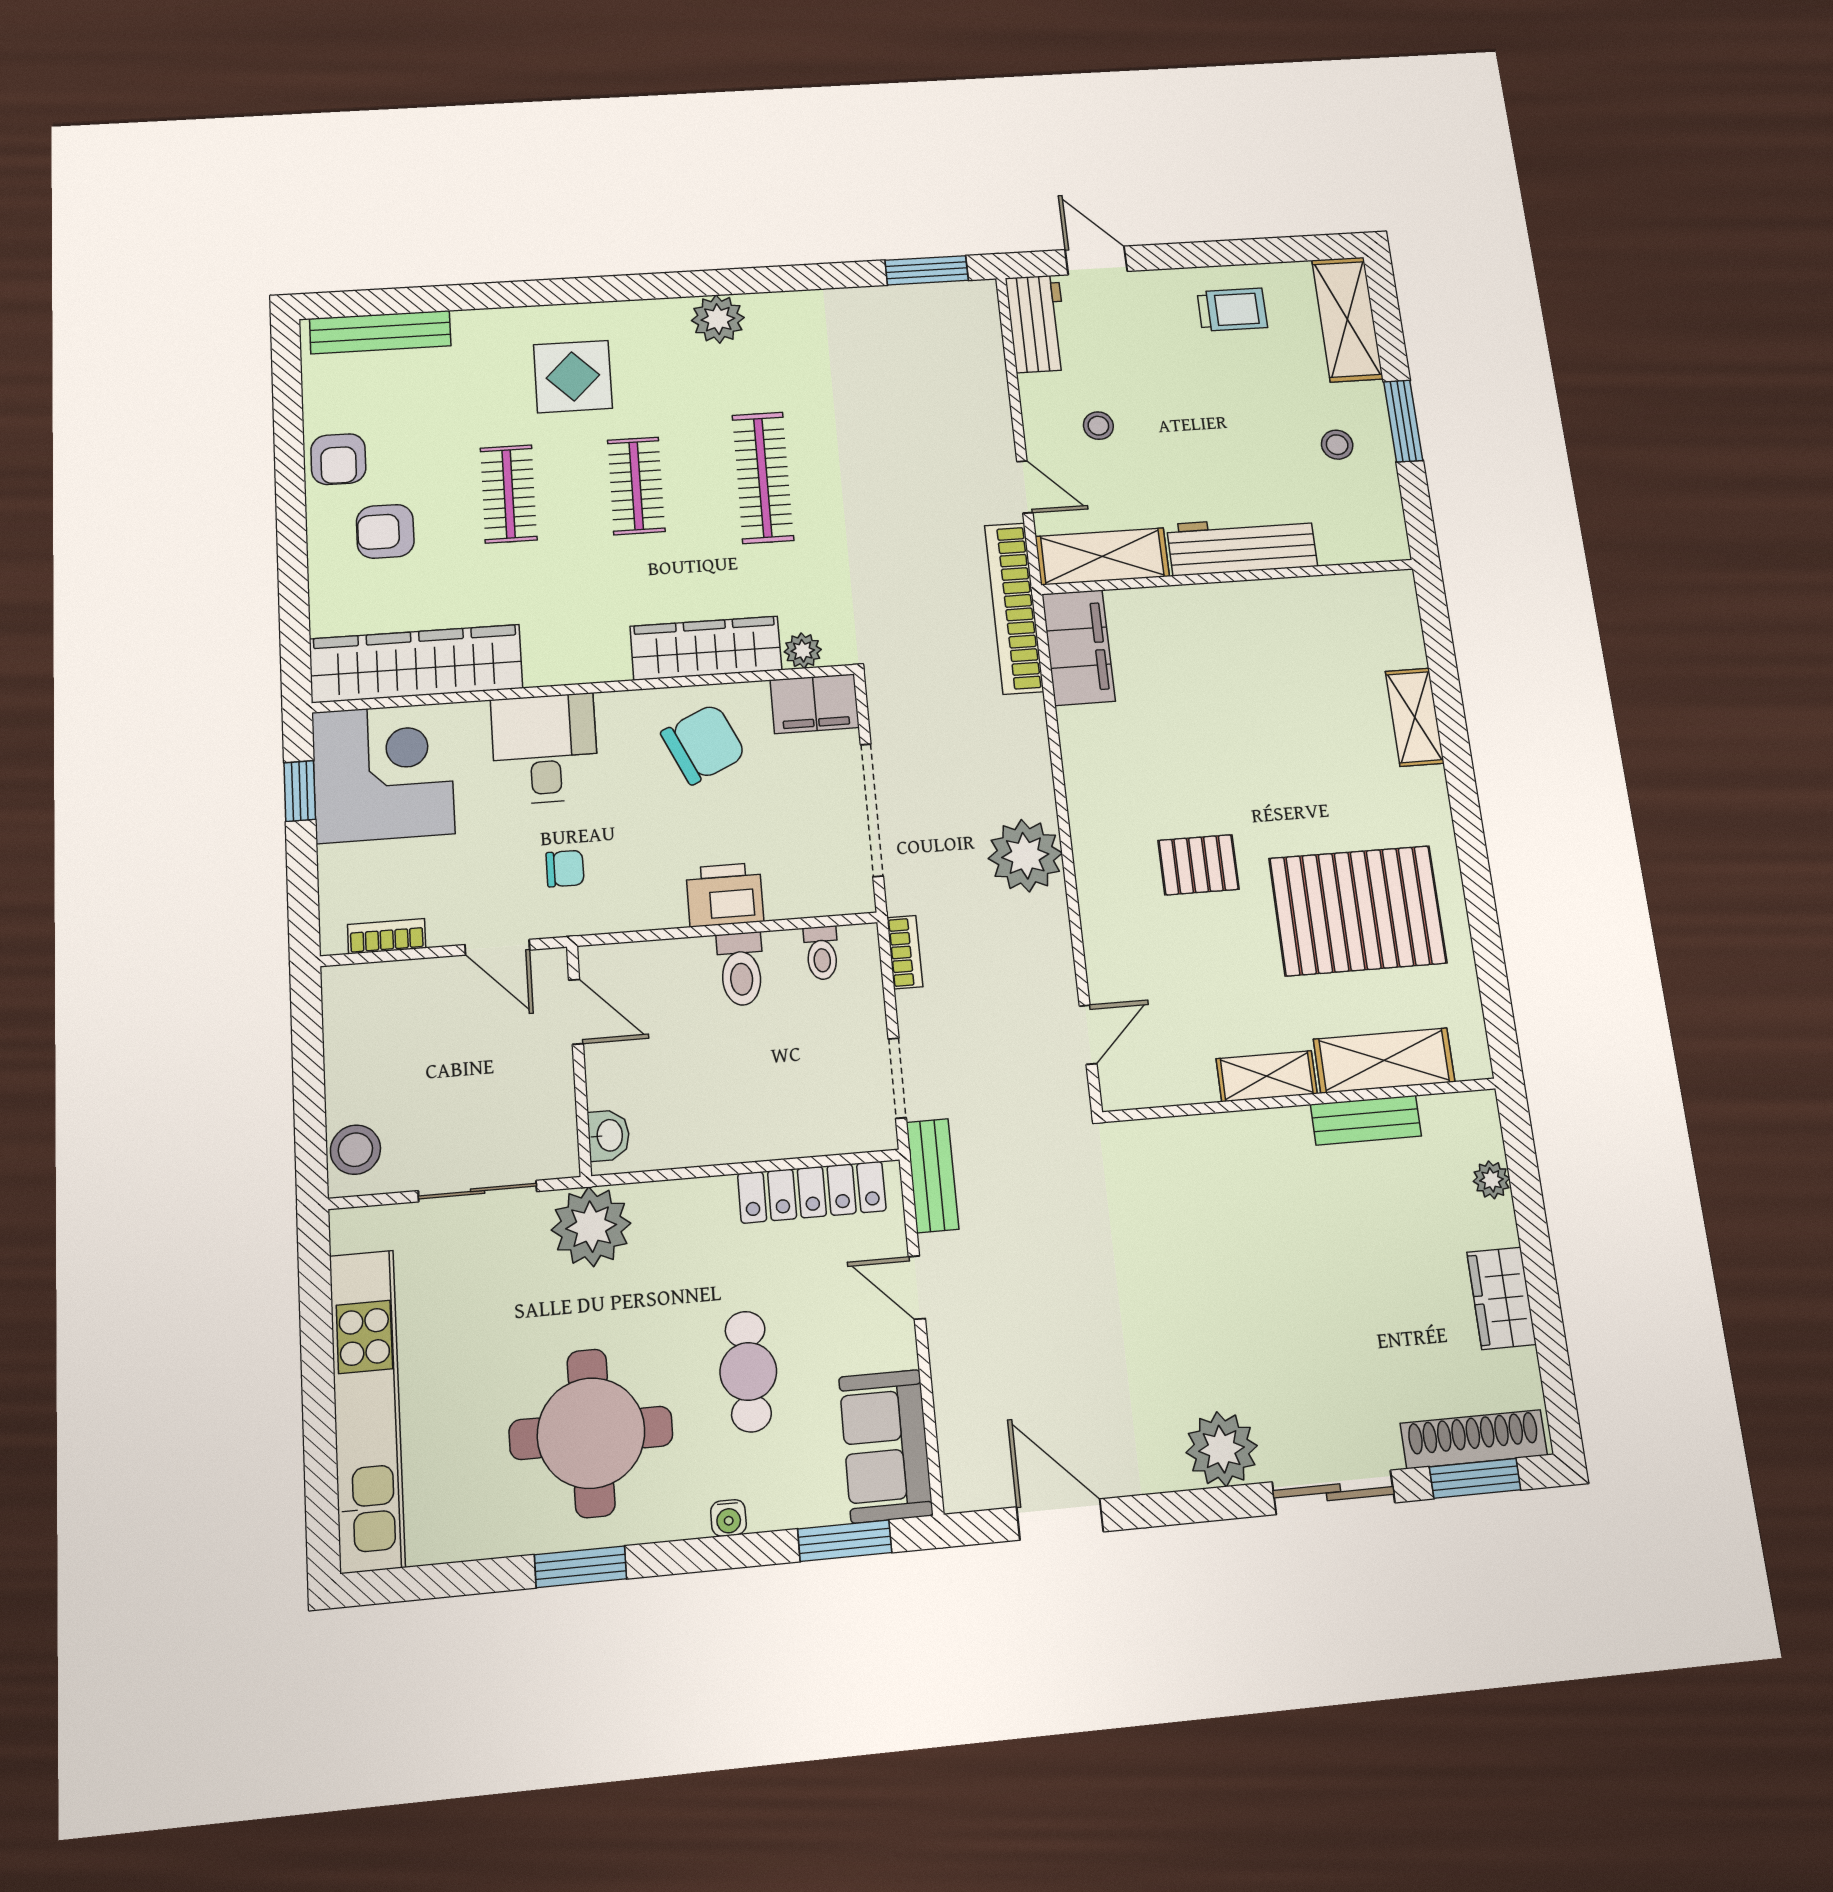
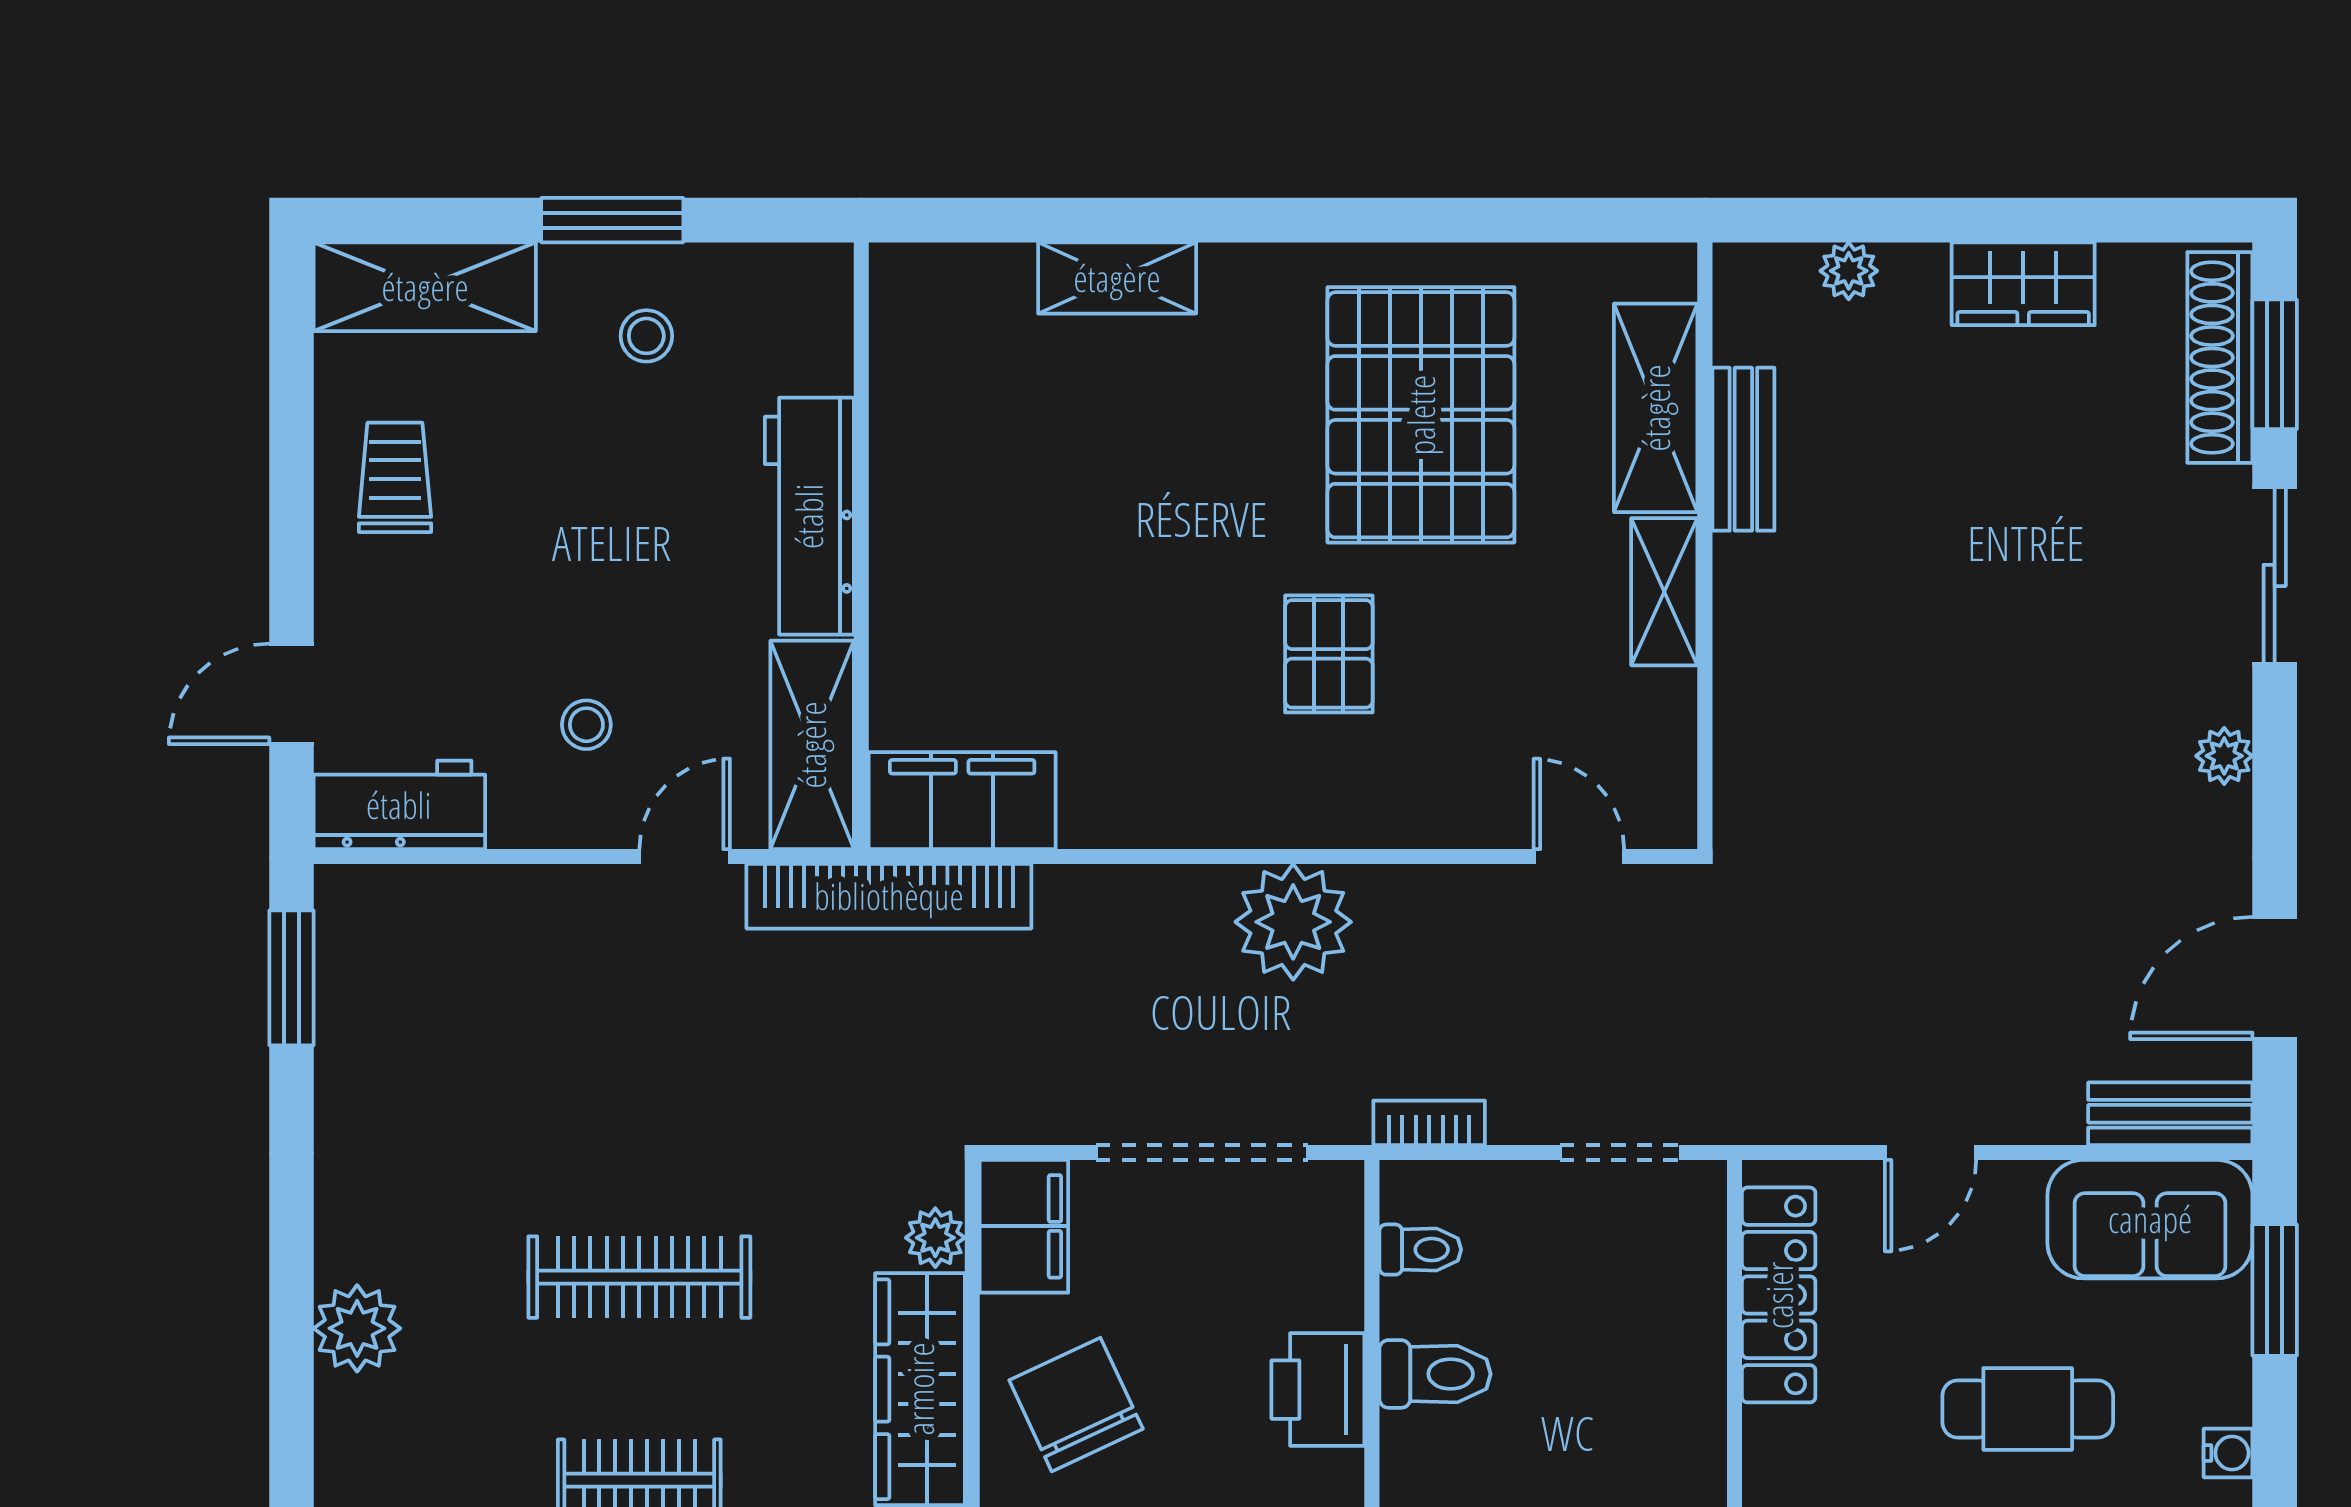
bench: (932, 1176) -> (2170, 1114), moved
plant: (1222, 1449) -> (2224, 756), width x0.53, depth x0.53

